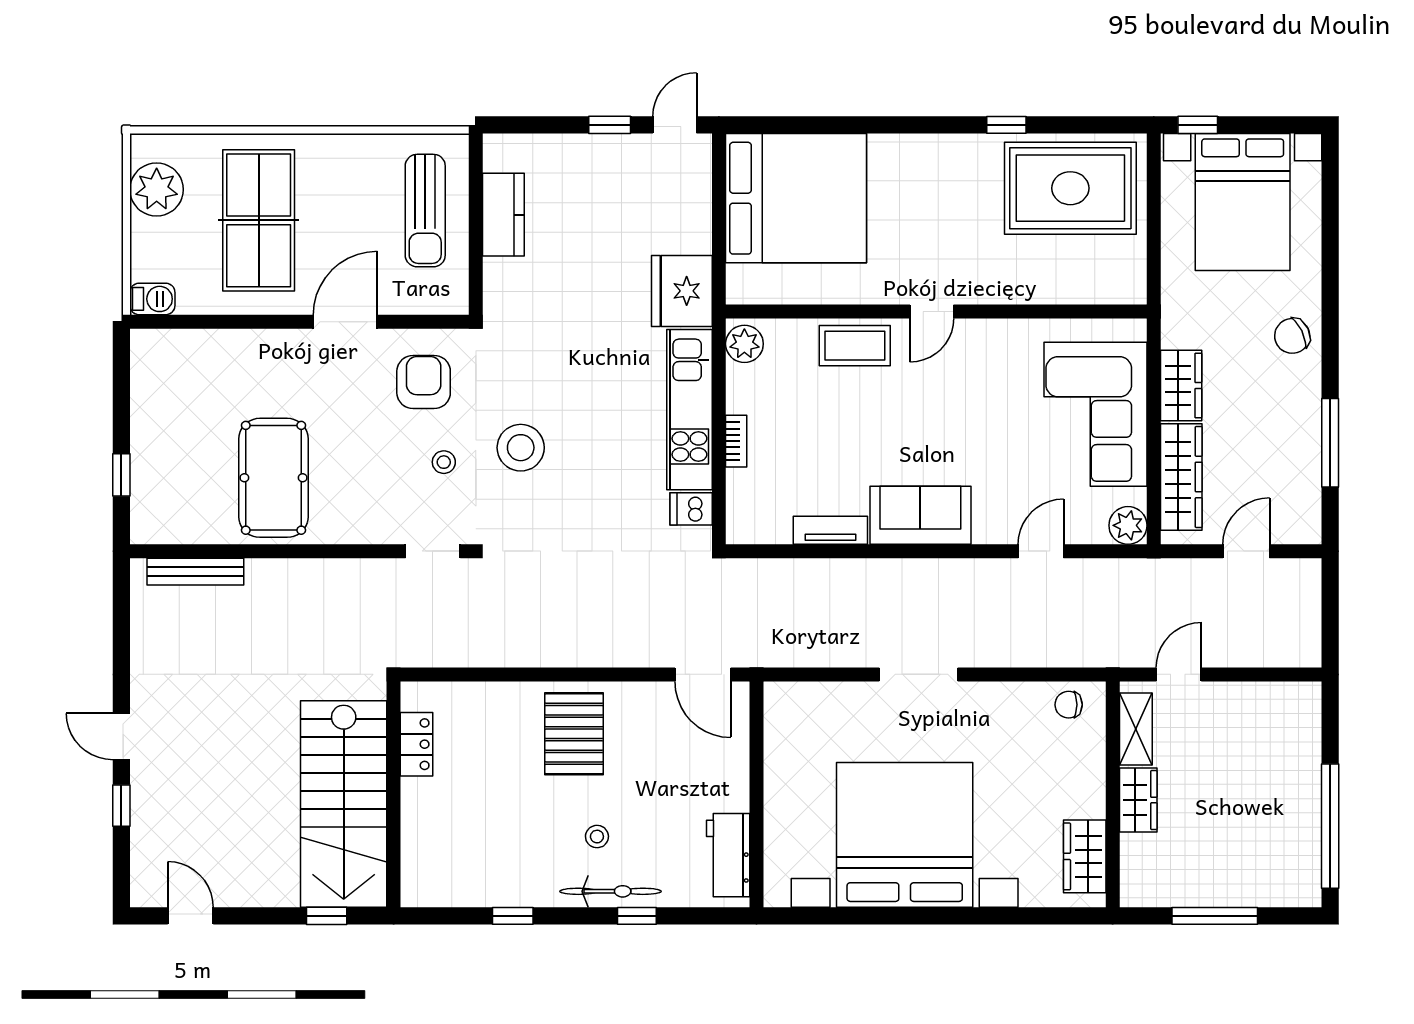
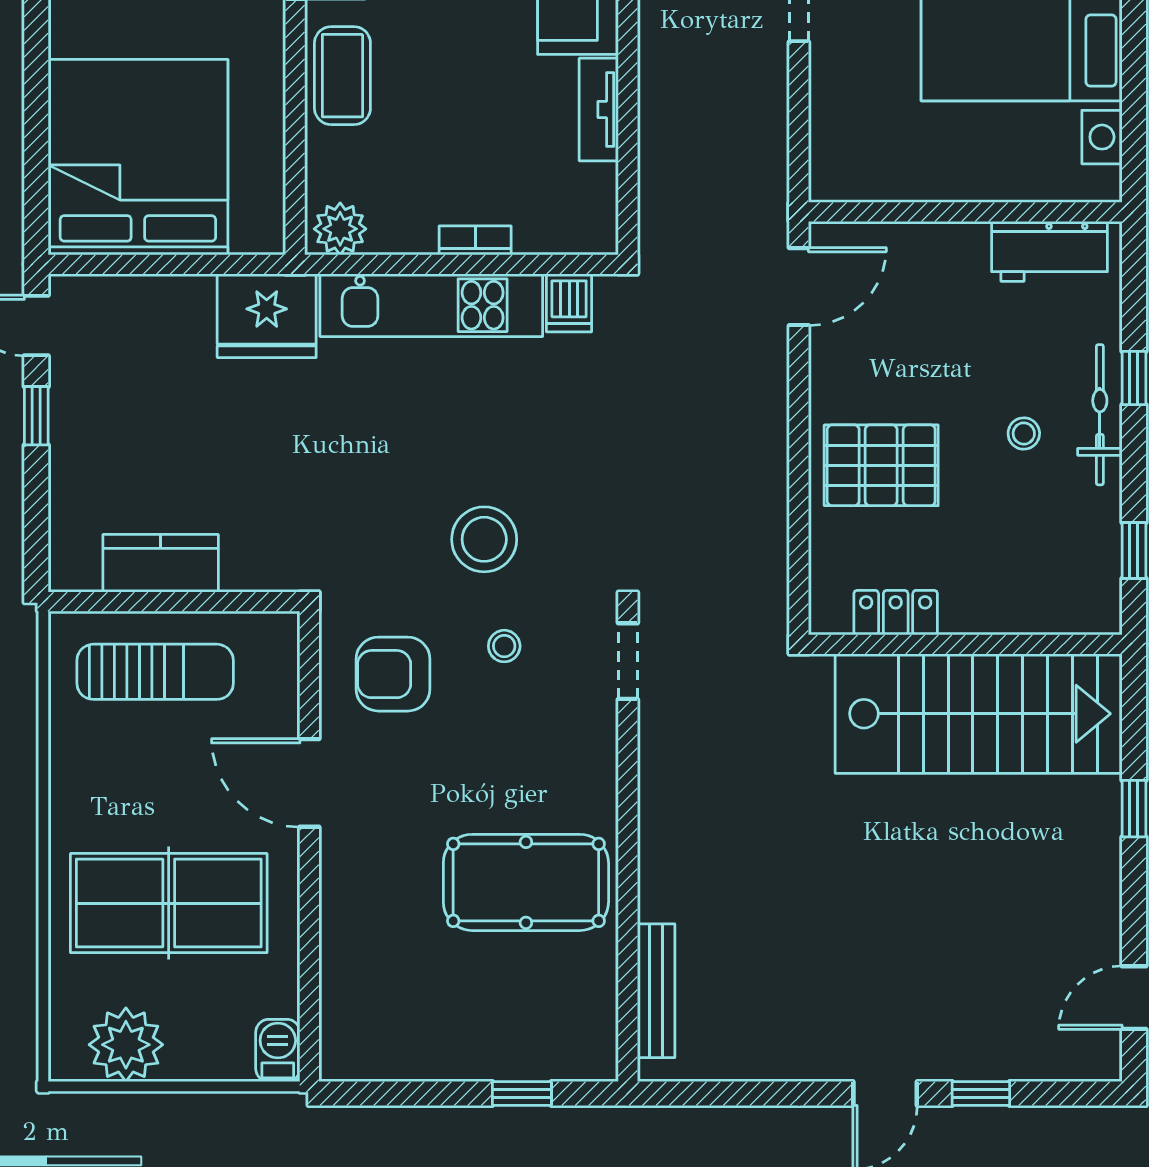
locker: (417, 744) -> (896, 613), moved
wall: (394, 794) -> (965, 644), moved
stairs: (344, 804) -> (979, 714), moved

